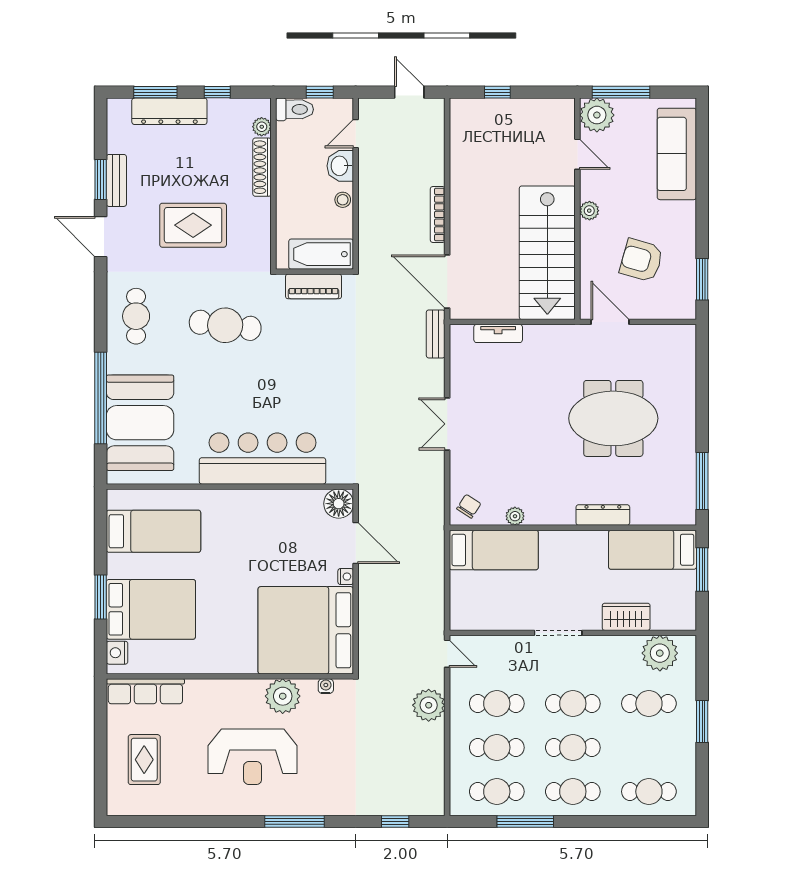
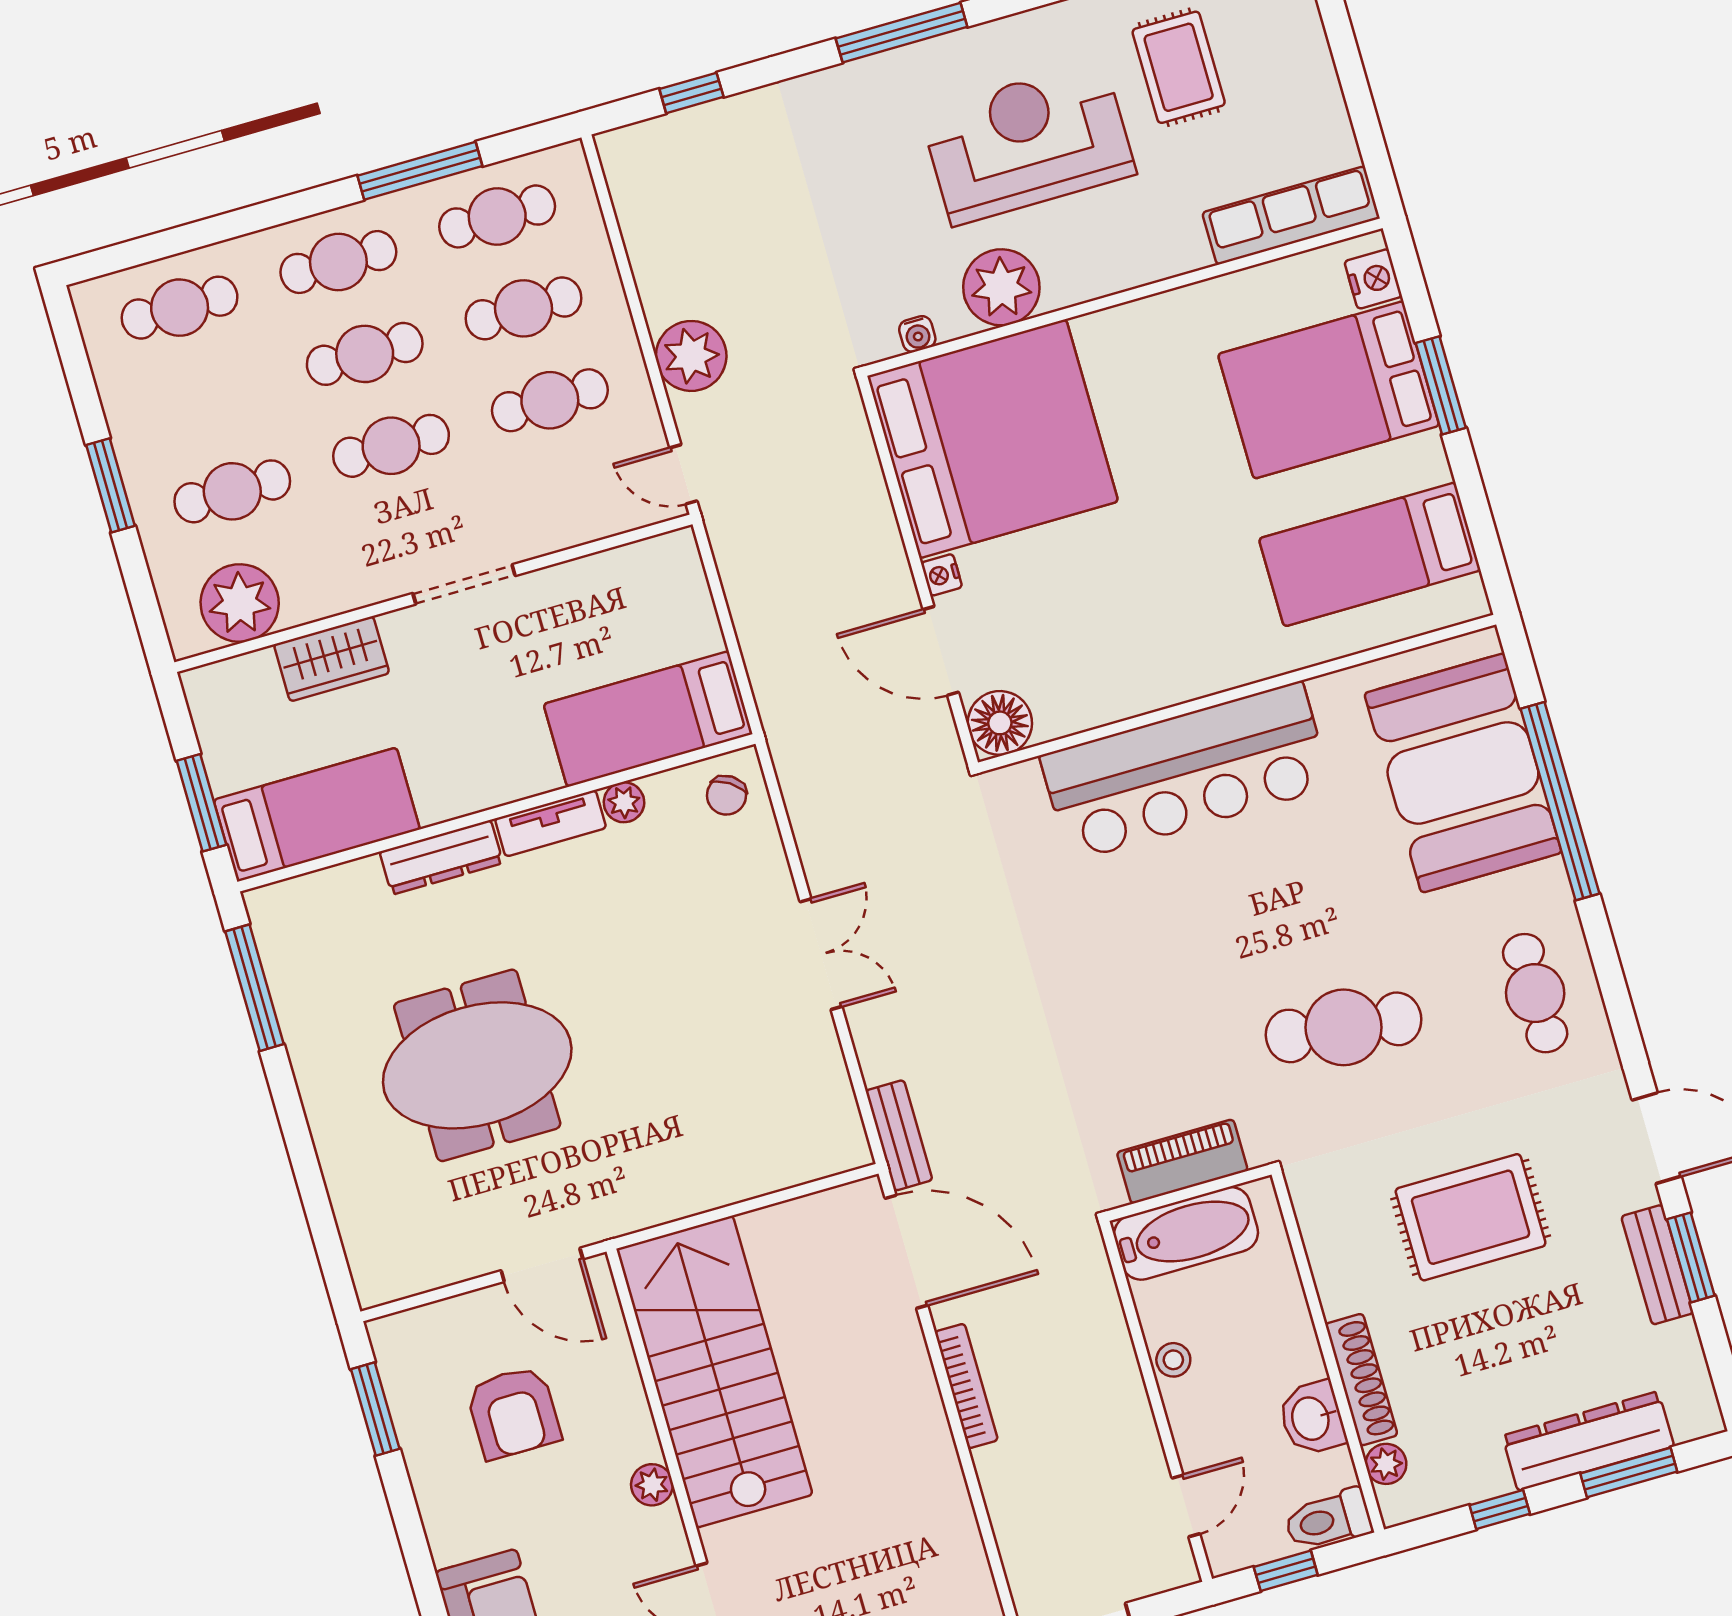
washbasin: (340, 166) -> (1312, 1418), moved, turned 180
armchair: (641, 260) -> (513, 1413), turned 74
tv unit: (498, 333) -> (550, 823), moved, turned 180
rug: (144, 760) -> (1179, 67), moved

